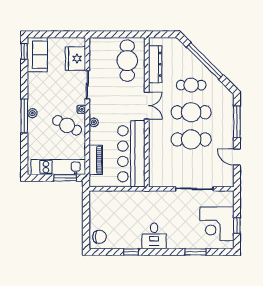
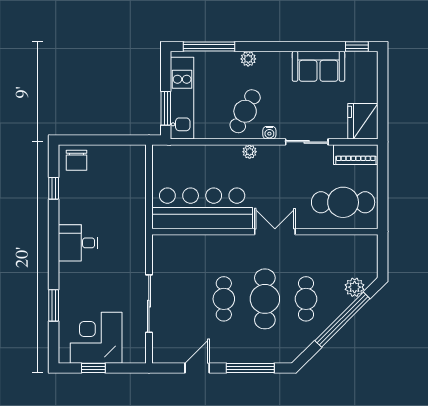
plant: (183, 53) -> (355, 287), added
sofa: (37, 55) -> (318, 66), moved
fridge: (75, 58) -> (363, 121), moved, turned -90
dresser: (155, 64) -> (338, 244), removed
double door: (147, 106) -> (275, 232), swing flipped
plant: (32, 113) -> (248, 59), moved
window: (24, 116) -> (209, 47), moved
cafe table: (191, 139) -> (224, 299), width x0.73, depth x0.74
piano: (96, 160) -> (356, 155), moved
window: (131, 252) -> (54, 188), moved

